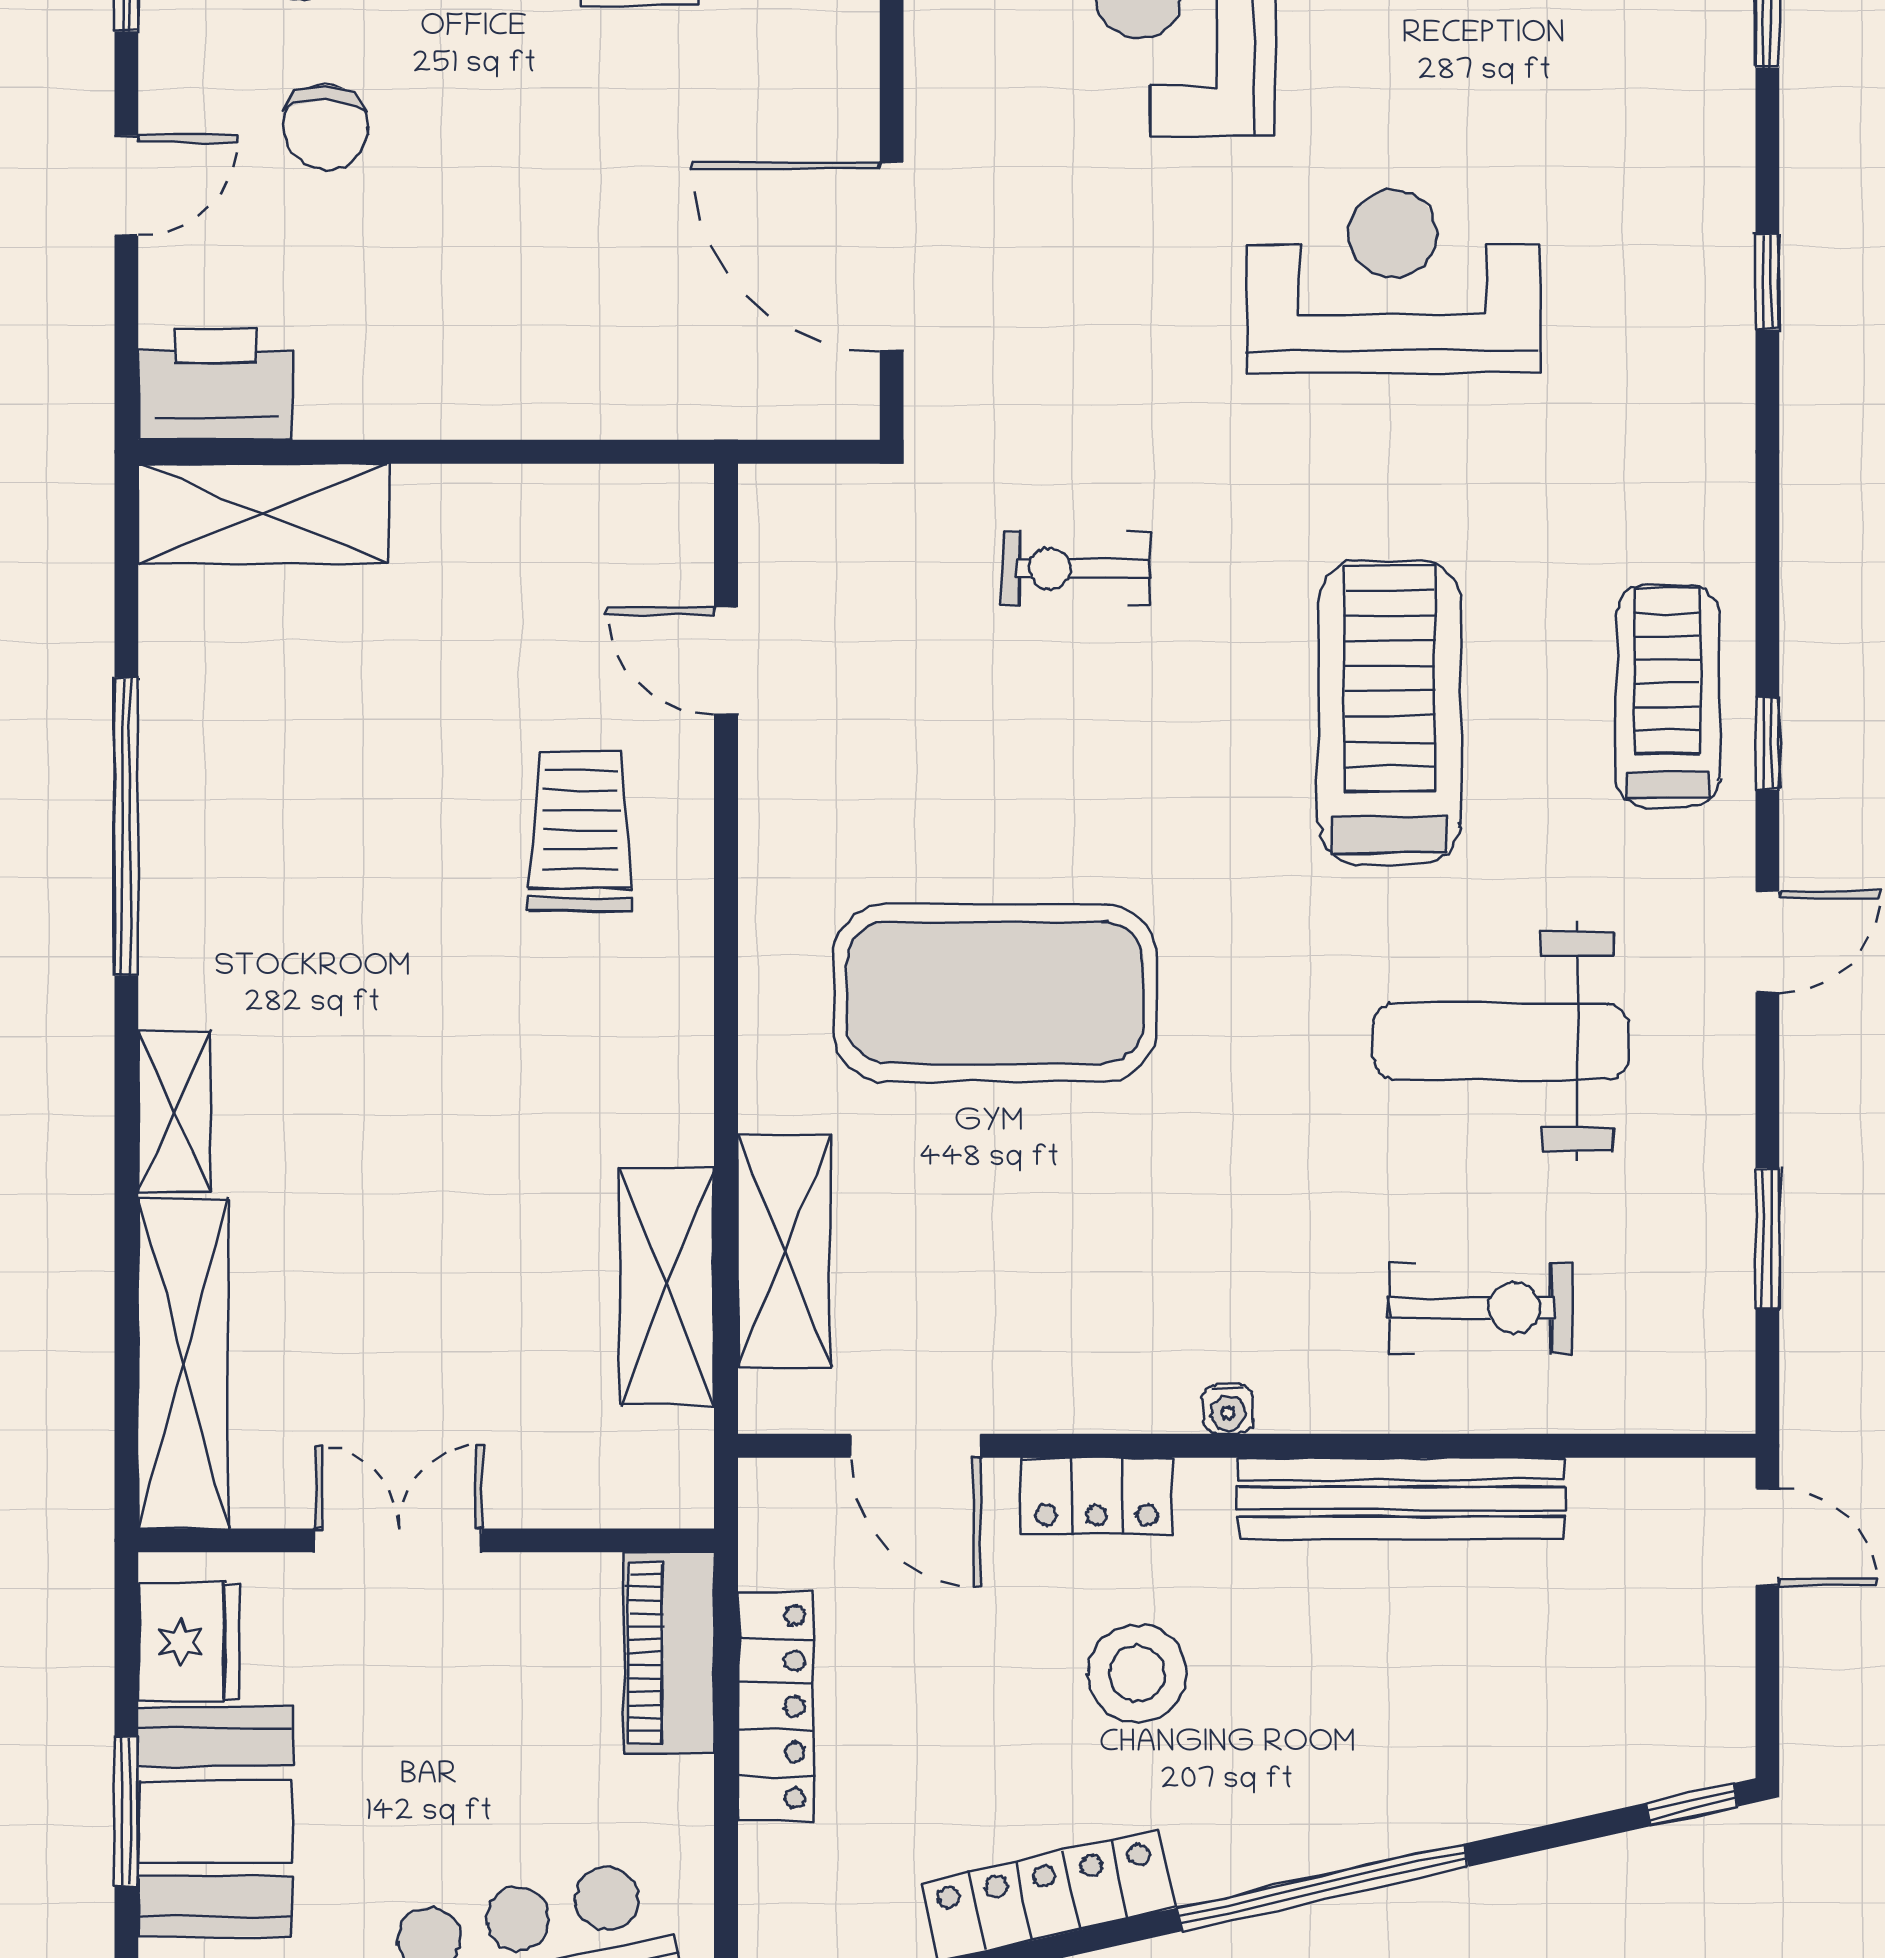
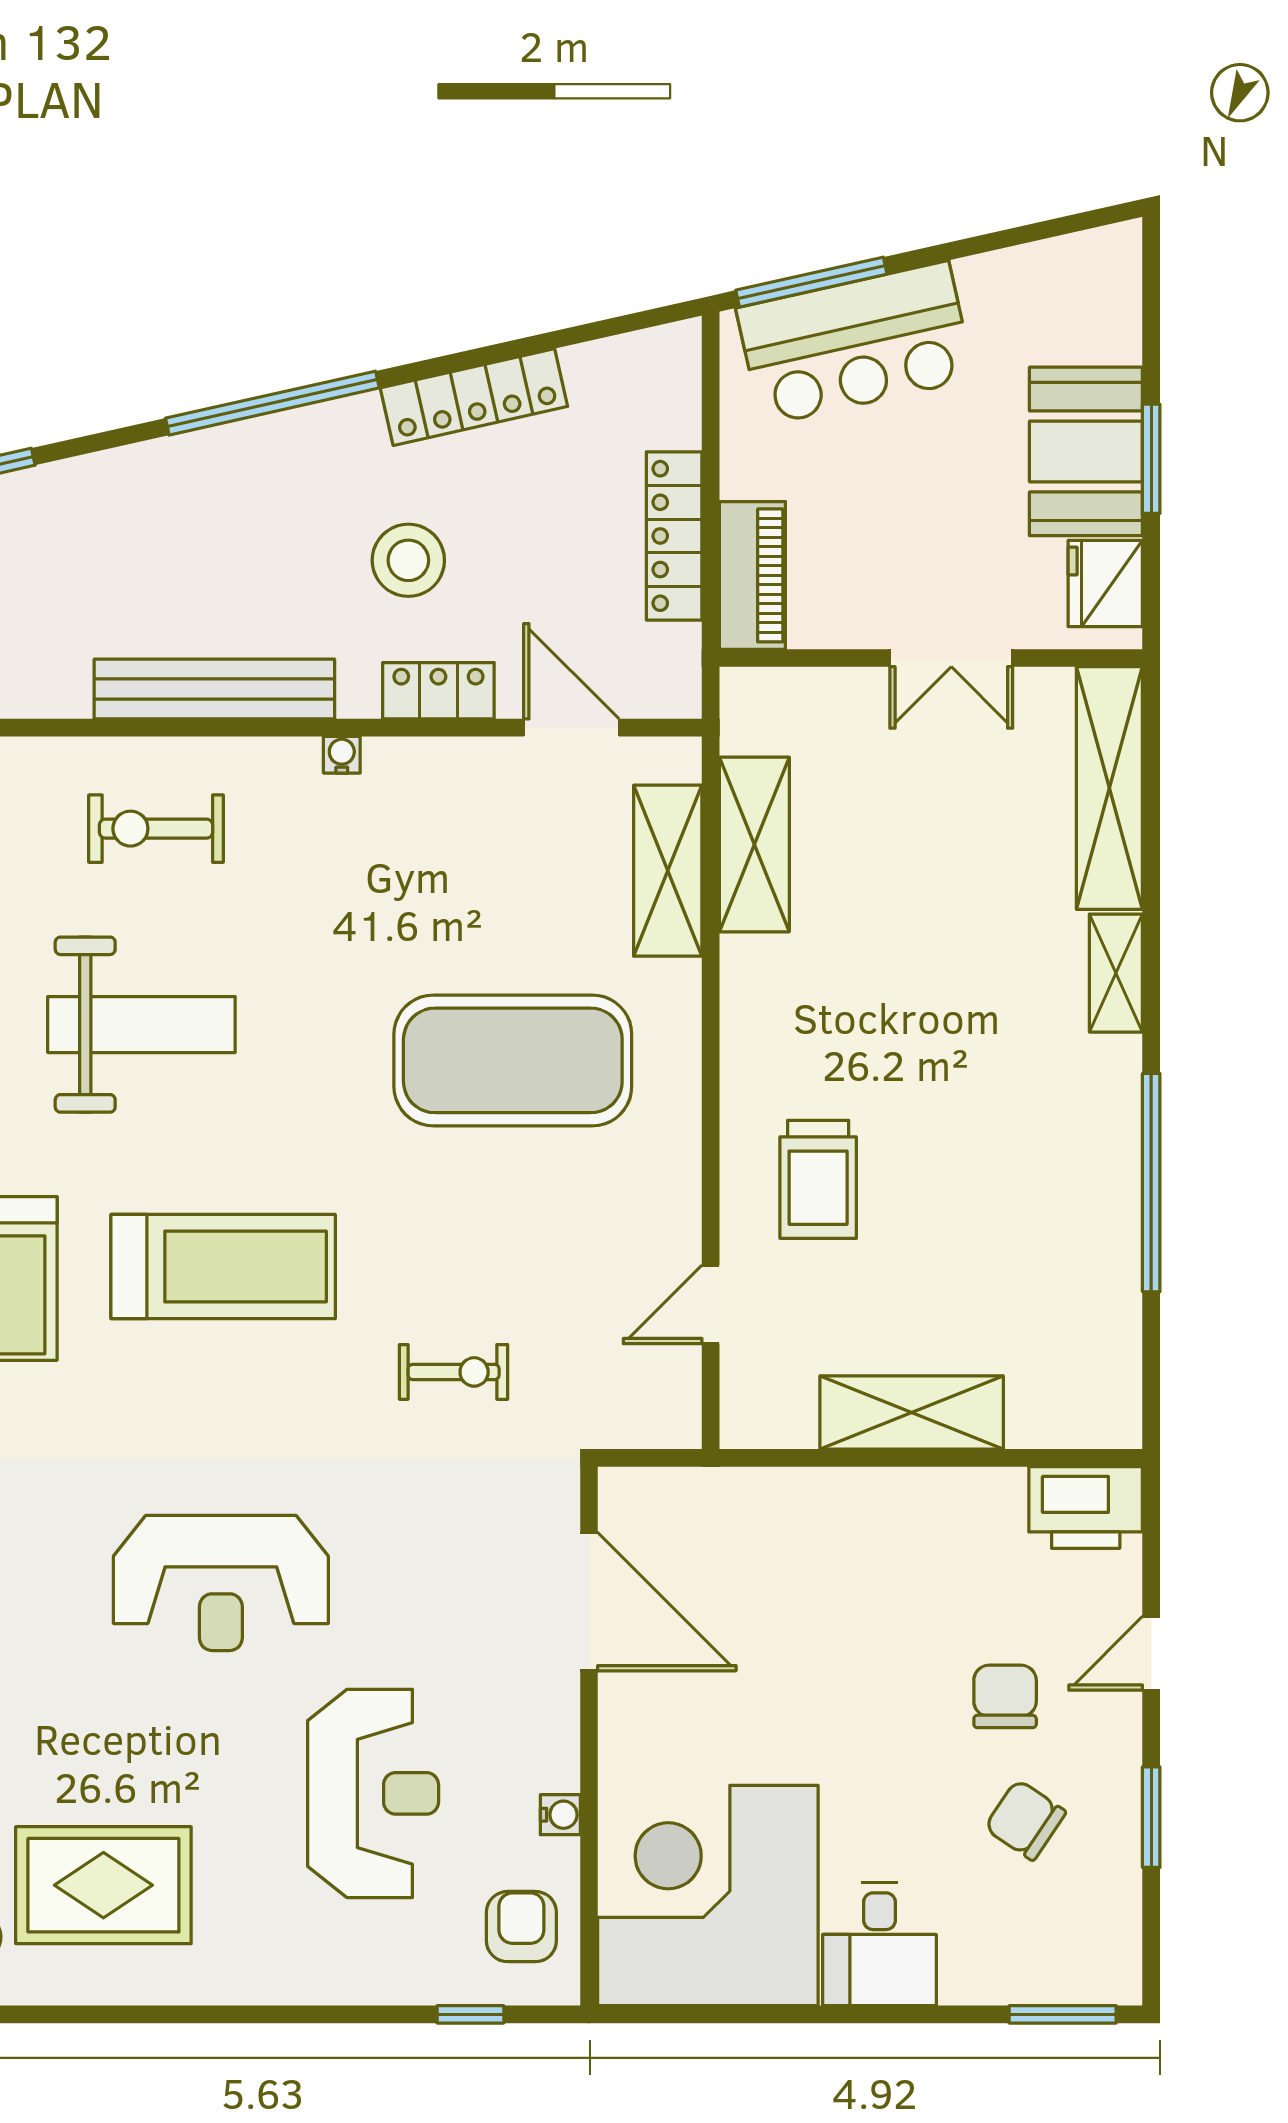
shelving: (263, 513) -> (912, 1413), moved
door: (726, 661) -> (711, 1304), swing flipped
treadmill: (1390, 712) -> (223, 1267), turned -90

